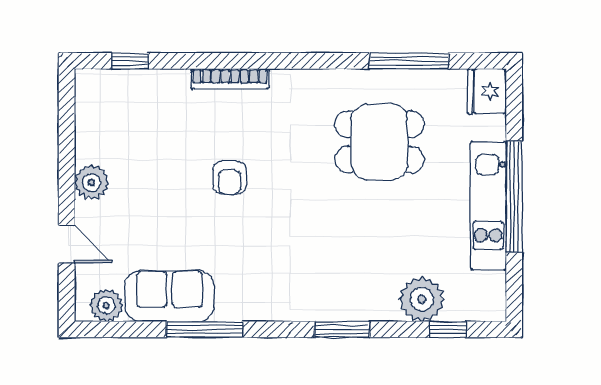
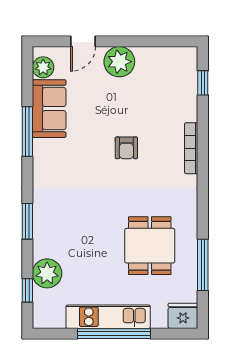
armchair: (230, 178) -> (126, 148), turned -90
plant: (92, 182) -> (119, 62), width x1.36, depth x1.36

